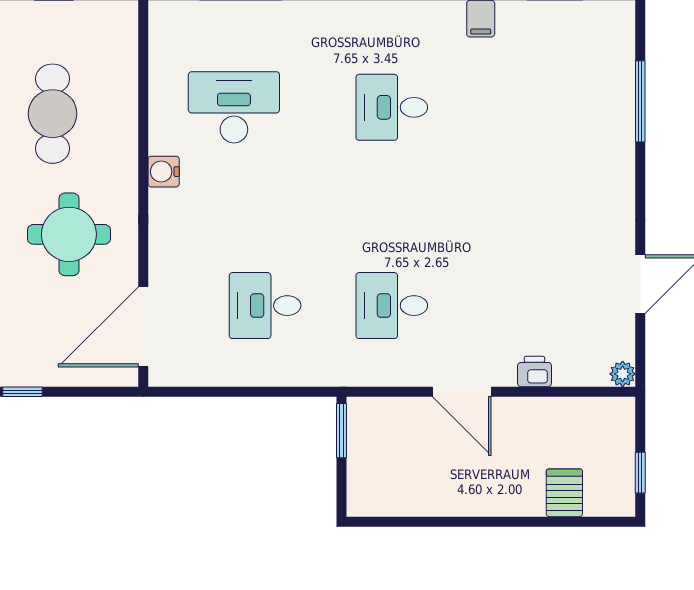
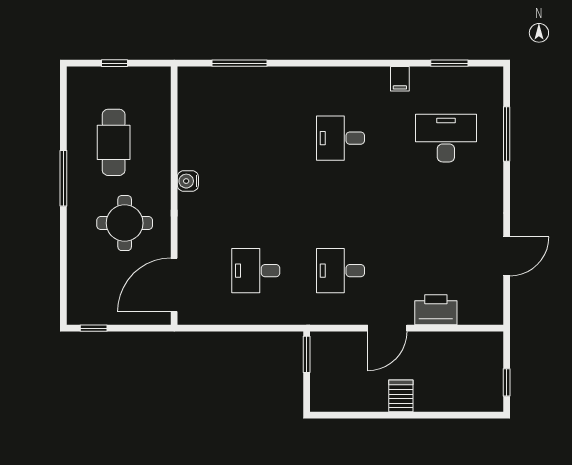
desk: (234, 107) -> (446, 138), moved
printer: (534, 372) -> (436, 310), width x1.87, depth x1.48
plant: (623, 374) -> (495, 316), removed
door: (462, 392) -> (387, 328), hinge flipped
server rack: (564, 493) -> (401, 396), moved

